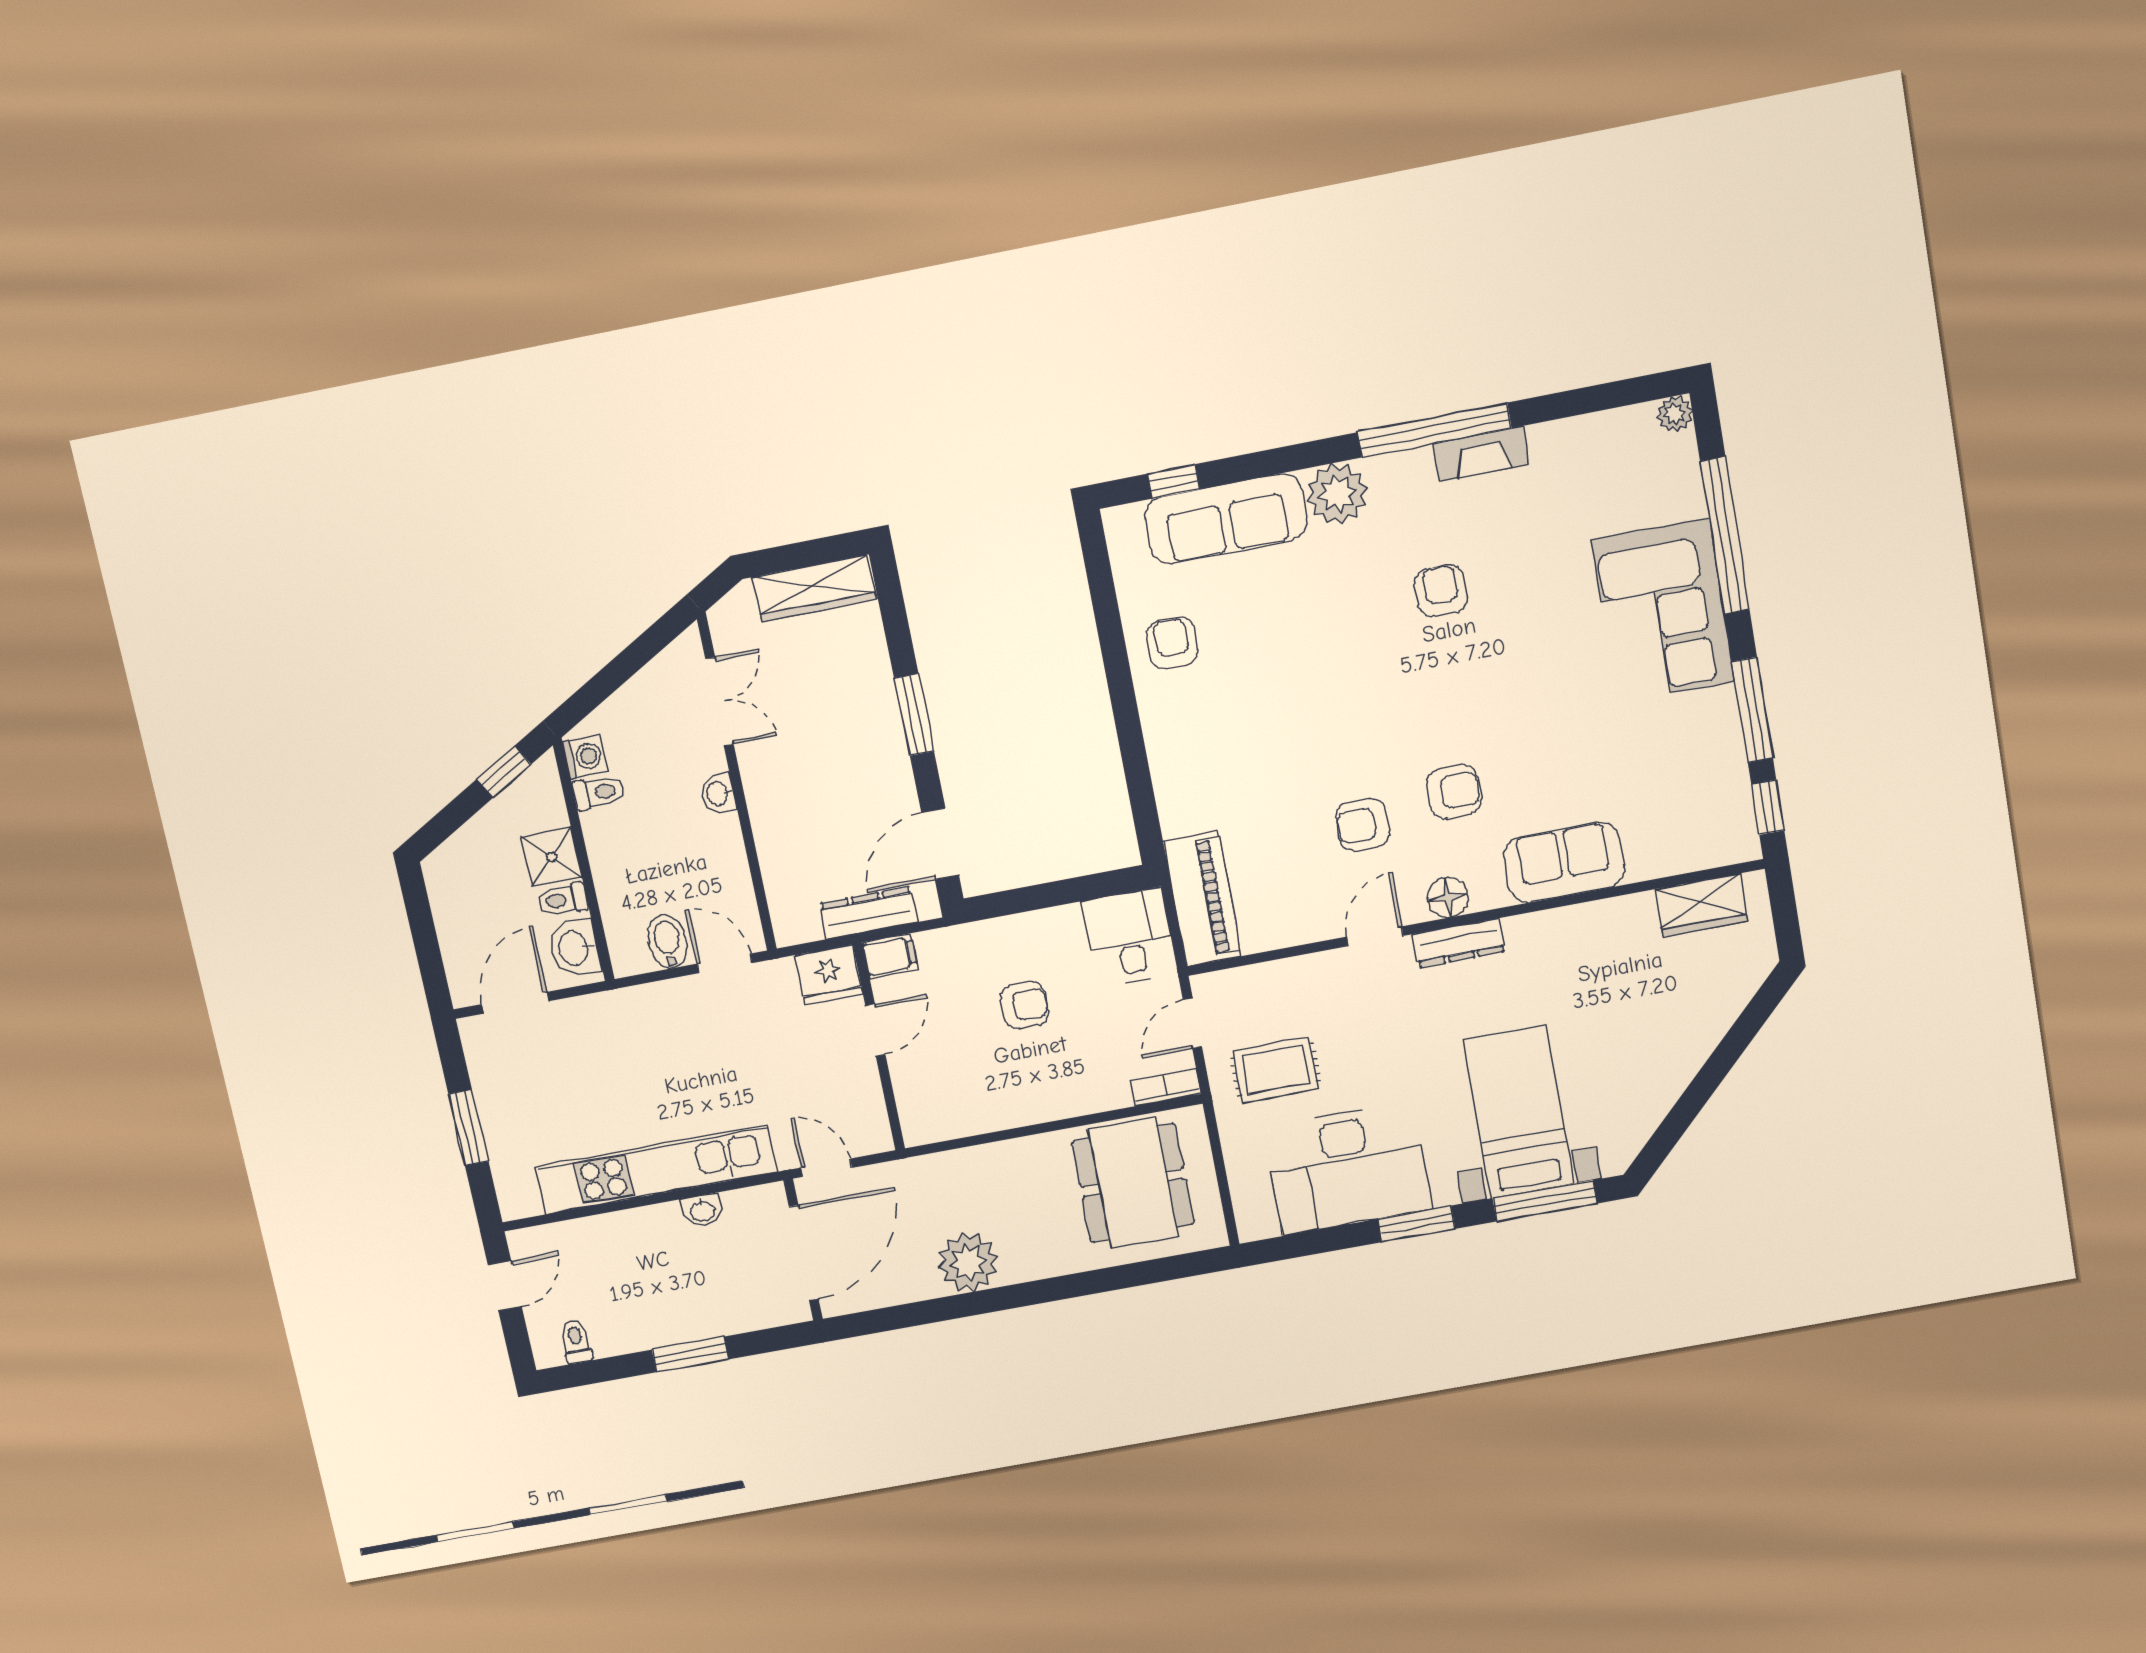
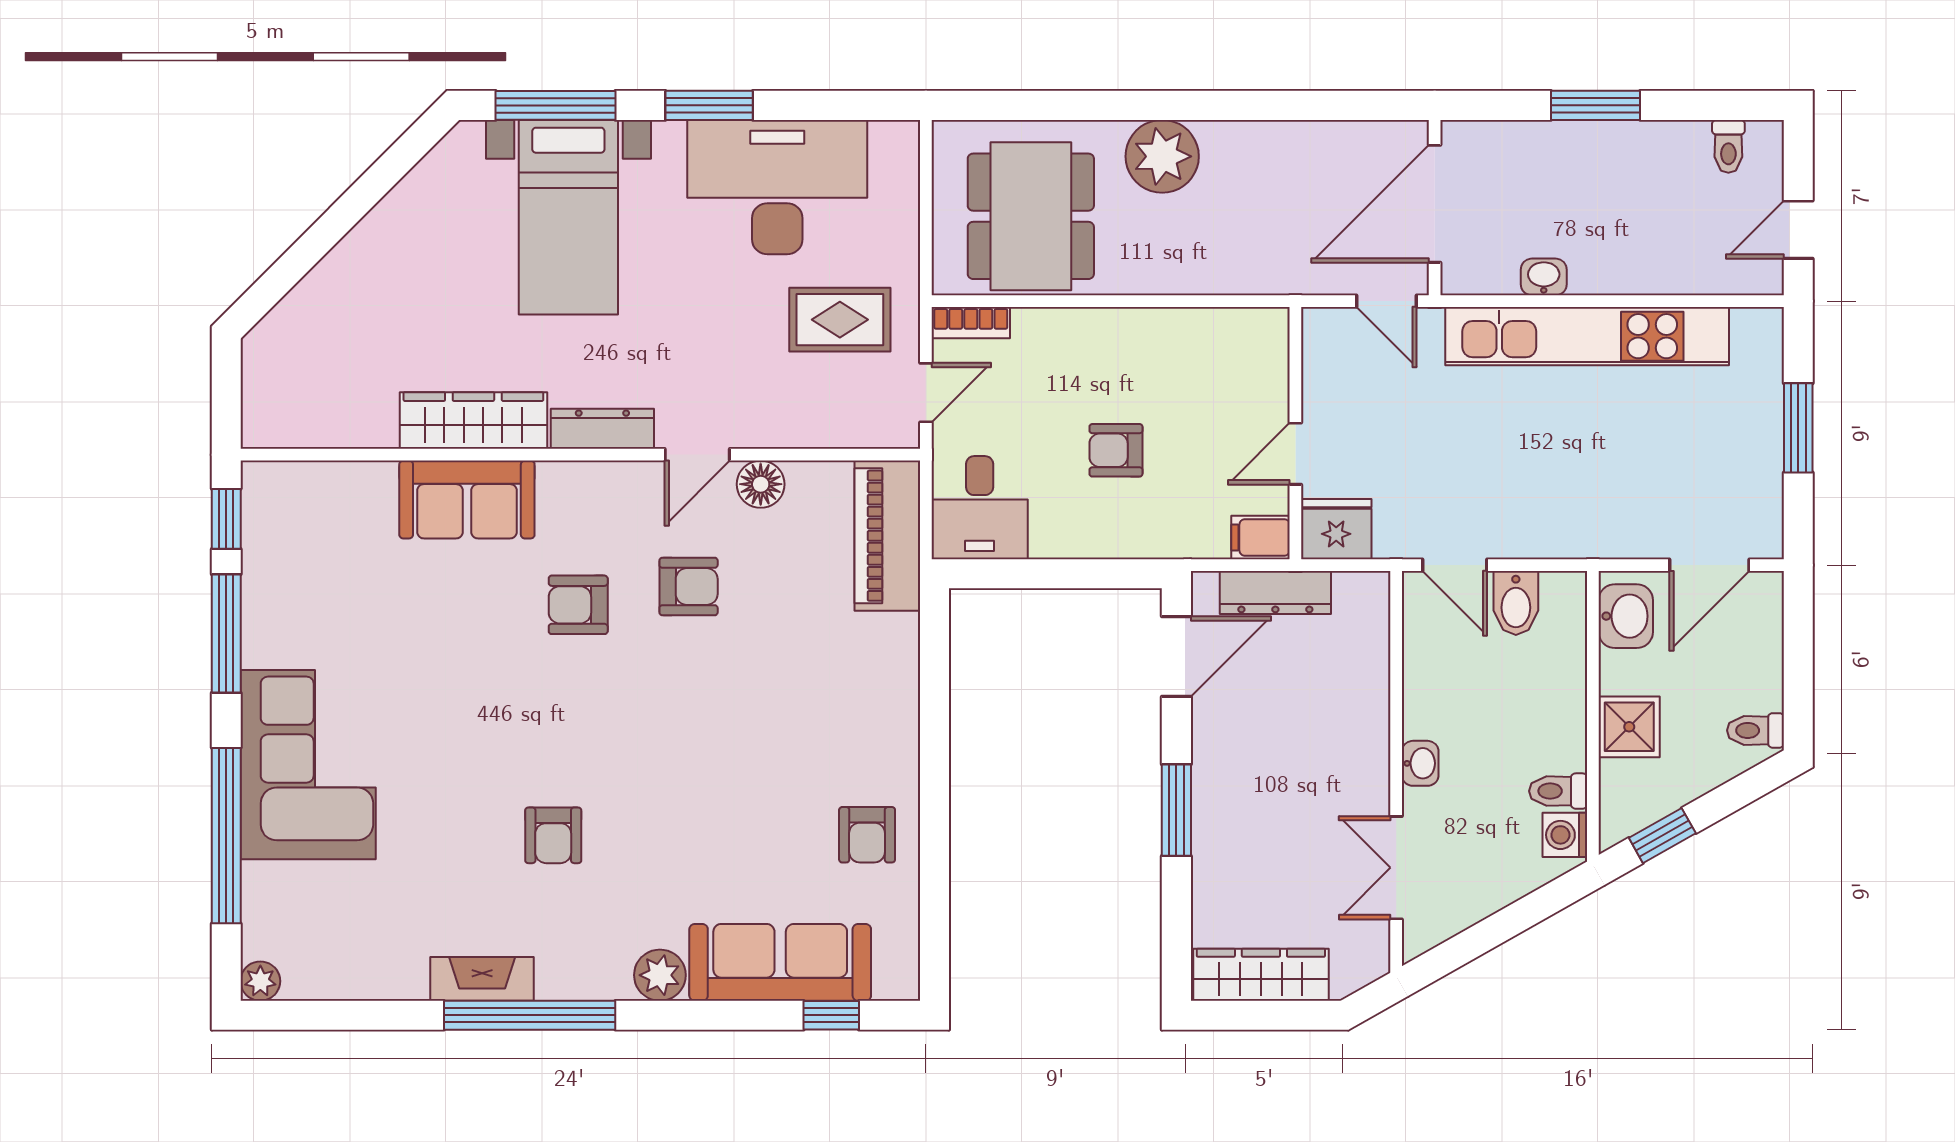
plant: (1337, 494) -> (660, 975), width x0.73, depth x0.73
floor lamp: (1448, 897) -> (761, 484), moved
toilet: (563, 900) -> (1756, 730), moved, turned 180
wardrobe: (1701, 905) -> (473, 421), moved, width x1.50
plant: (968, 1262) -> (1162, 156), moved

